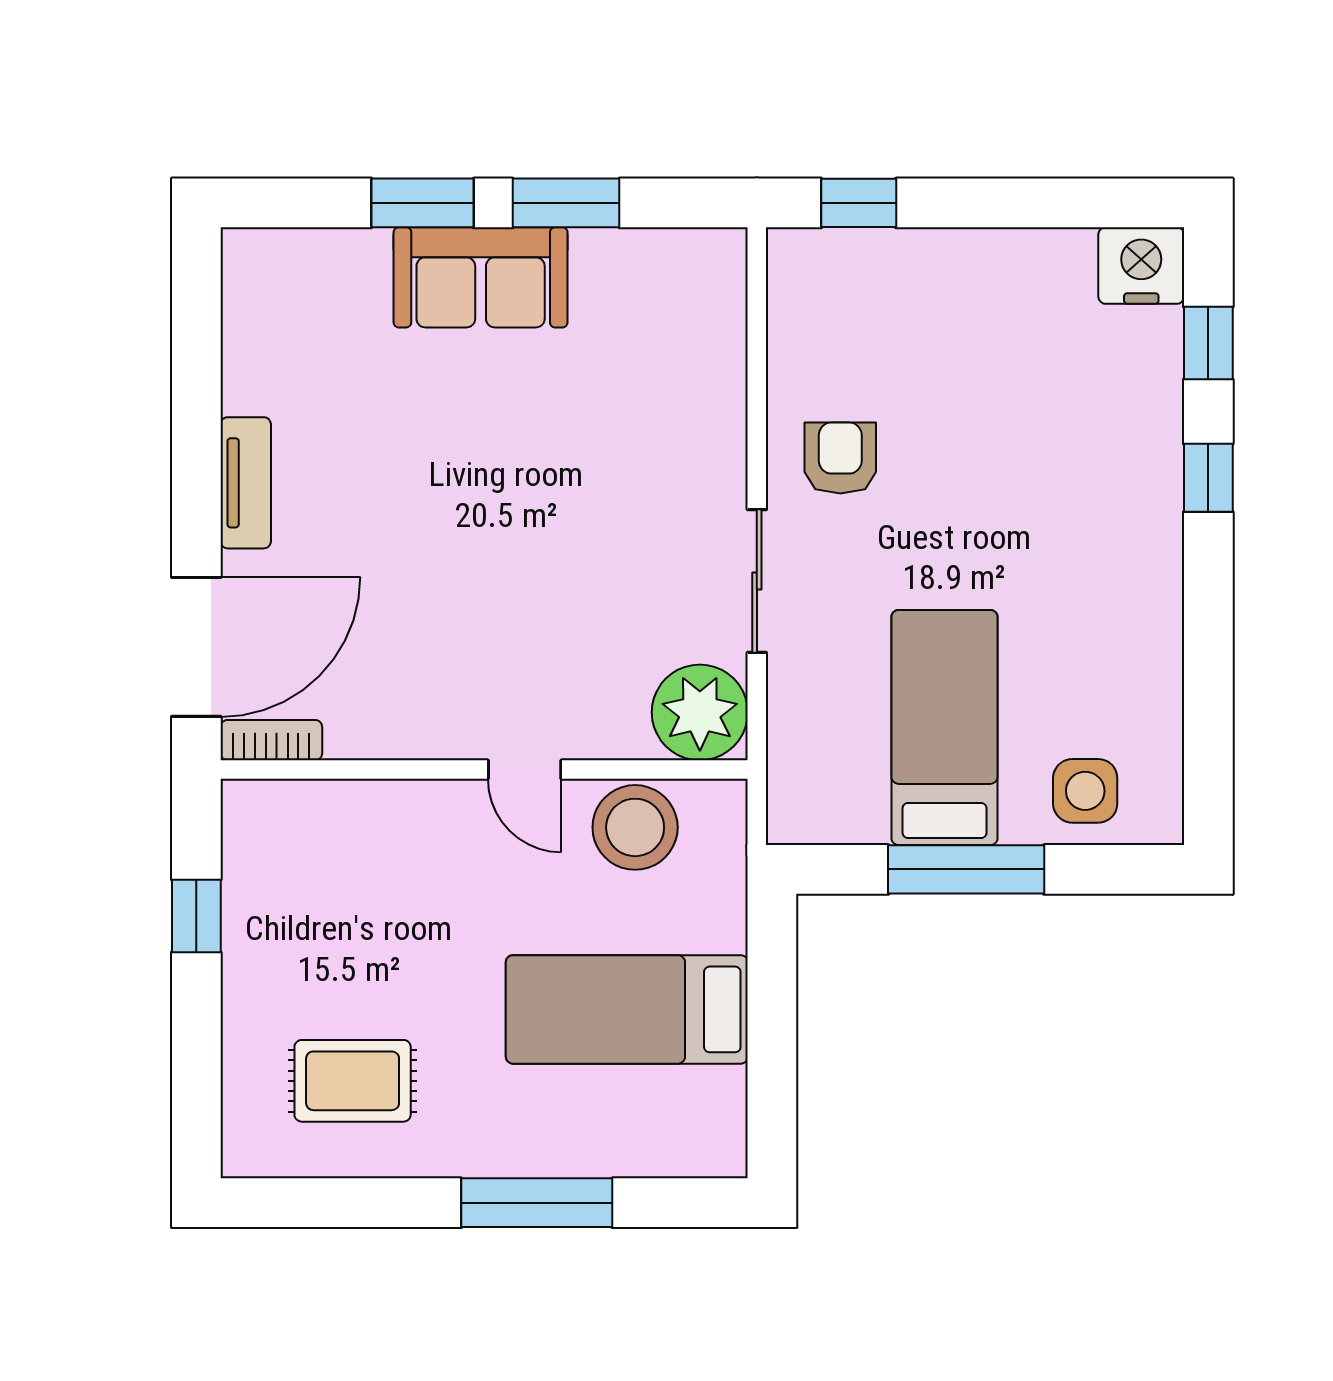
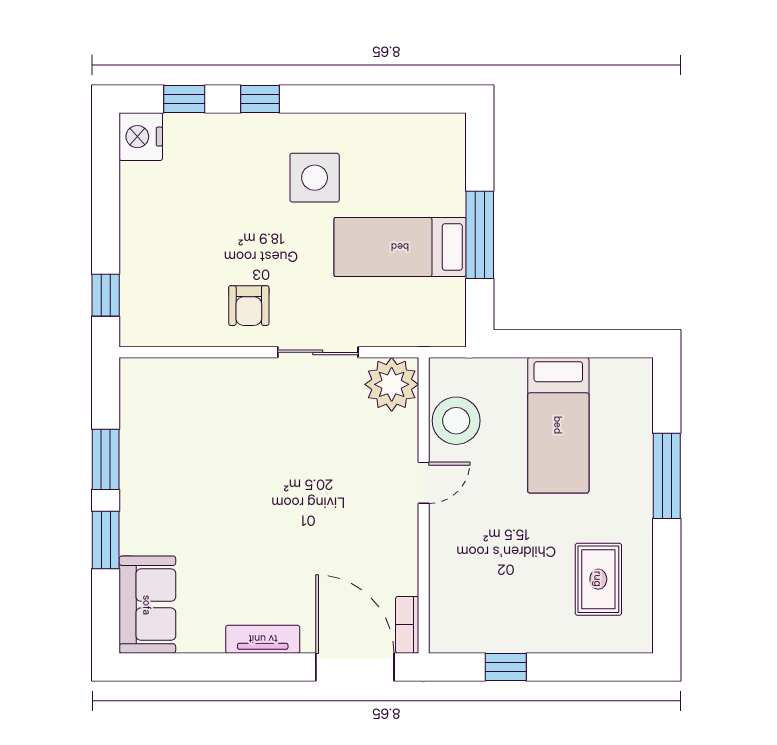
sofa: (481, 277) -> (147, 605), moved
armchair: (840, 458) -> (249, 306), turned -90
side table: (1085, 791) -> (315, 178), moved, width x1.37, depth x1.37

